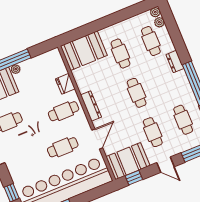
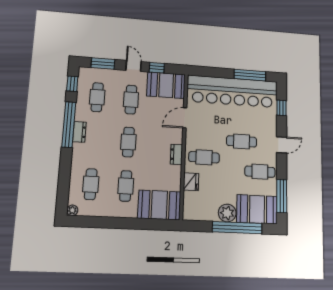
plant: (159, 22) -> (73, 199), removed
dresser: (175, 62) -> (79, 132), moved
plant: (16, 69) -> (227, 213), width x1.88, depth x1.88
dresser: (91, 106) -> (176, 154), width x0.70
cafe table: (63, 147) -> (242, 141), moved
window: (134, 178) -> (157, 68), moved

